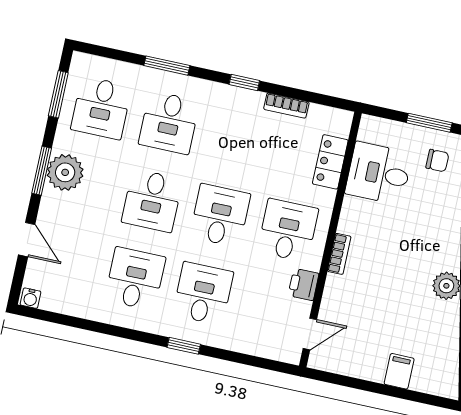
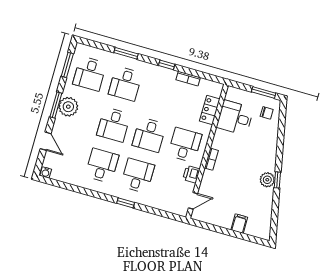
desk: (220, 215) -> (149, 135), turned 180

